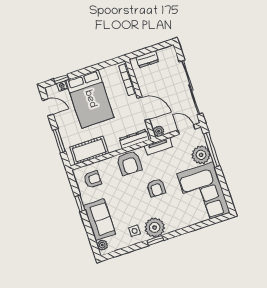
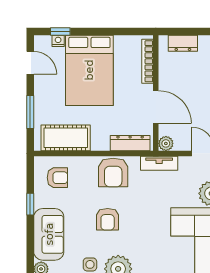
armchair: (156, 188) -> (108, 219), moved

